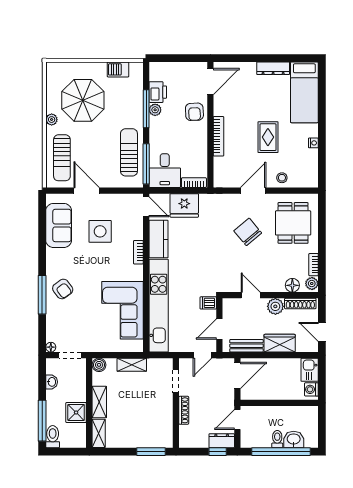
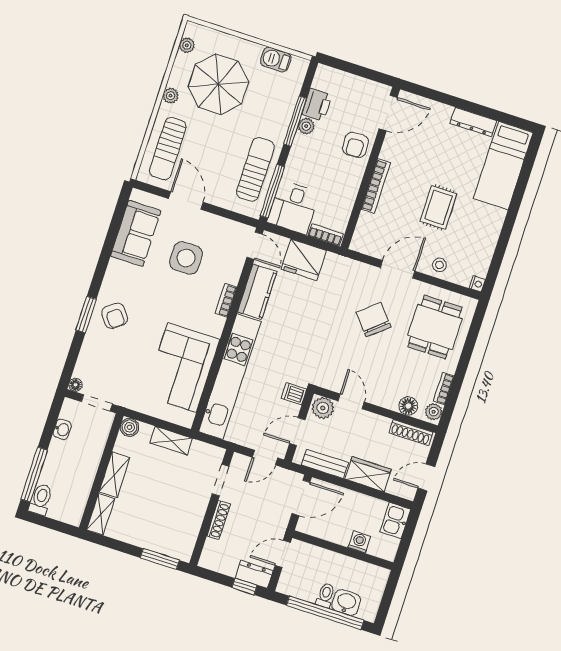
plant: (52, 80) -> (187, 45), added
nightstand: (313, 143) -> (477, 284), moved
window: (42, 295) -> (86, 315), width x0.69
plant: (275, 306) -> (323, 408), moved
door: (322, 332) -> (426, 477), hinge flipped
washing machine: (311, 389) -> (359, 542), moved, turned 90
shower: (76, 412) -> (81, 478), removed

